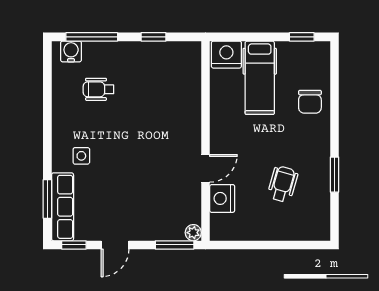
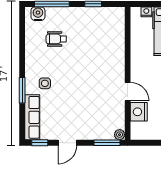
nightstand: (226, 55) -> (146, 12), width x0.53, depth x0.56
door: (206, 168) -> (128, 92), hinge flipped
window: (47, 199) -> (22, 90), moved

